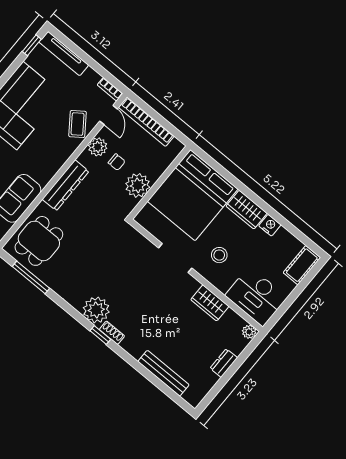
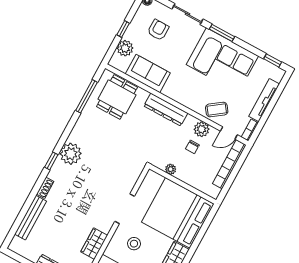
tv unit: (64, 54) -> (264, 100), moved
plant: (138, 185) -> (171, 169), width x0.53, depth x0.53
dining table: (39, 241) -> (117, 97), turned 90
shoe rack: (112, 333) -> (45, 188), moved

